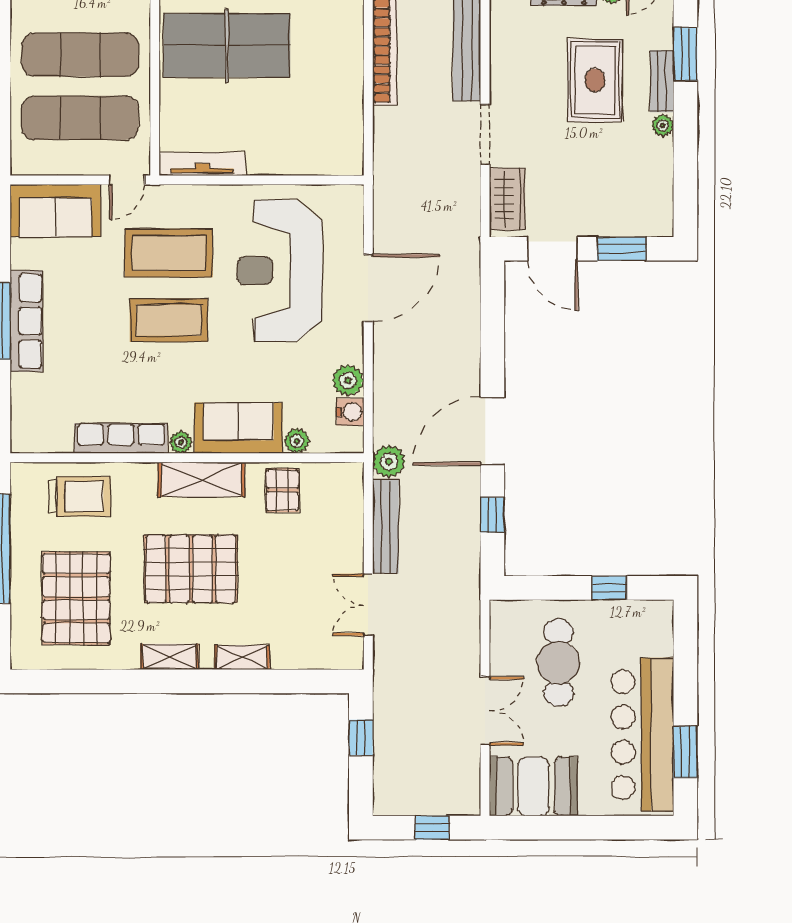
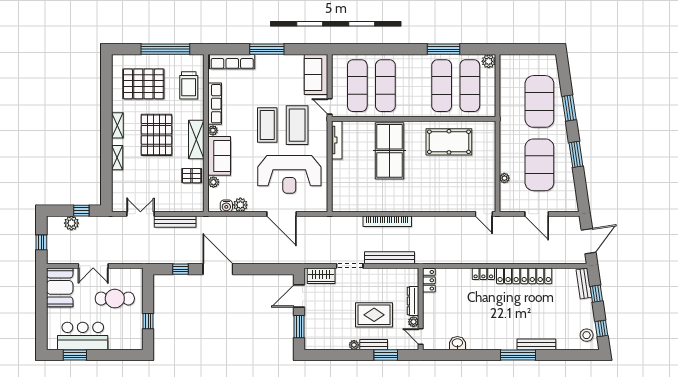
reception desk: (280, 271) -> (289, 174), turned 180
row of seats: (26, 321) -> (232, 62), moved
plant: (389, 461) -> (71, 223), moved
bar counter: (642, 735) -> (83, 336), width x0.73

